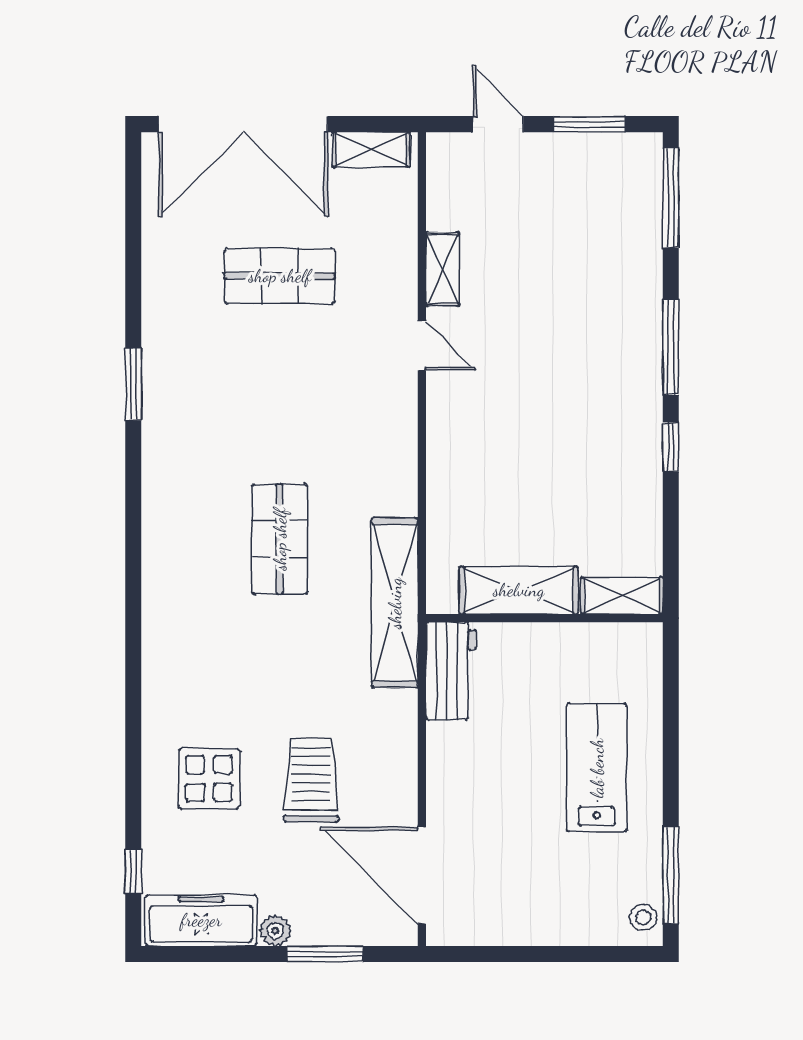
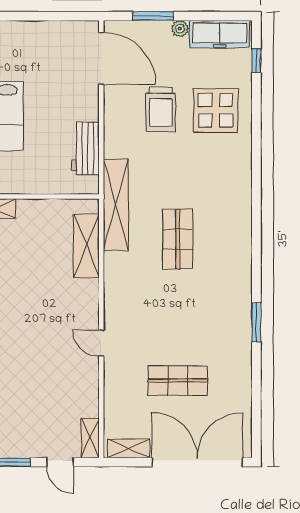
shelving: (442, 269) -> (90, 438), moved
shelving: (519, 590) -> (86, 246), moved, turned 90
workbench: (451, 671) -> (85, 149), moved
display table: (209, 779) -> (216, 110), width x1.36, depth x1.36

